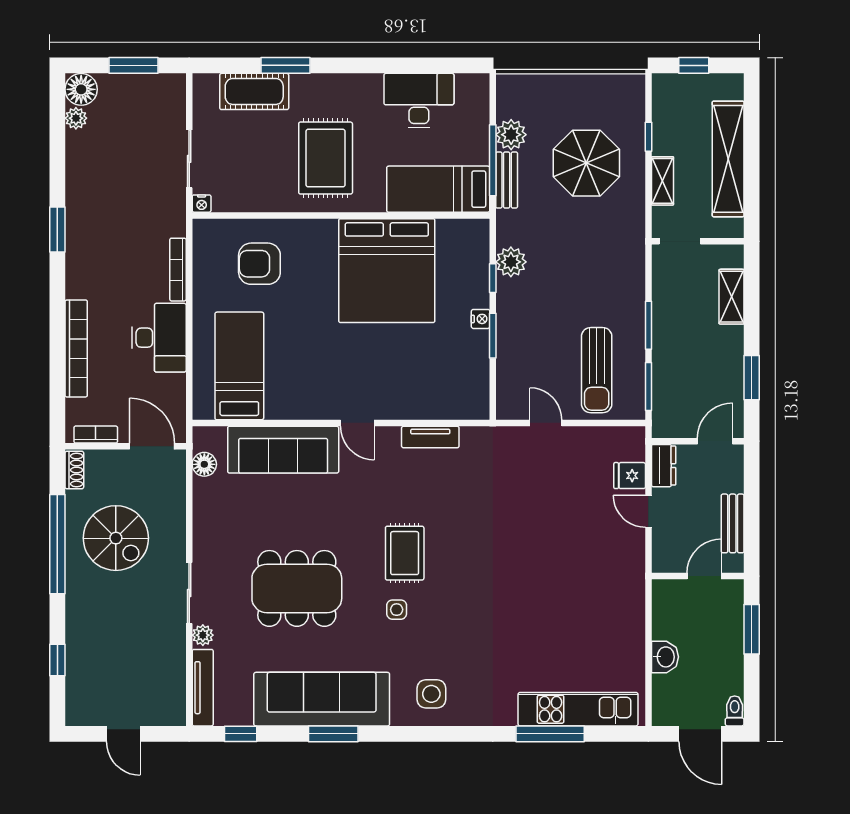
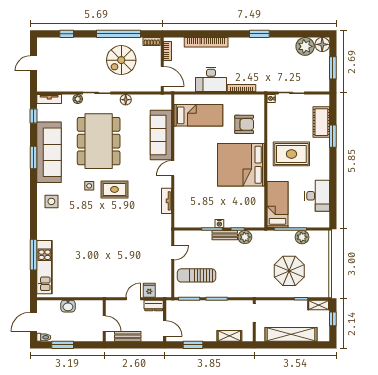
plant: (76, 118) -> (305, 46), width x1.88, depth x1.88
bench: (507, 180) -> (225, 235), moved
shelving: (662, 181) -> (319, 305), moved
armchair: (259, 264) -> (244, 124), turned 90
bed: (387, 271) -> (241, 165), moved
door: (152, 446) -> (162, 76), hinge flipped
floor lamp: (204, 464) -> (126, 100), moved
dining table: (297, 588) -> (99, 141), width x1.36, depth x1.24
window: (752, 629) -> (63, 345), moved
tv unit: (203, 688) -> (49, 99), width x0.71

